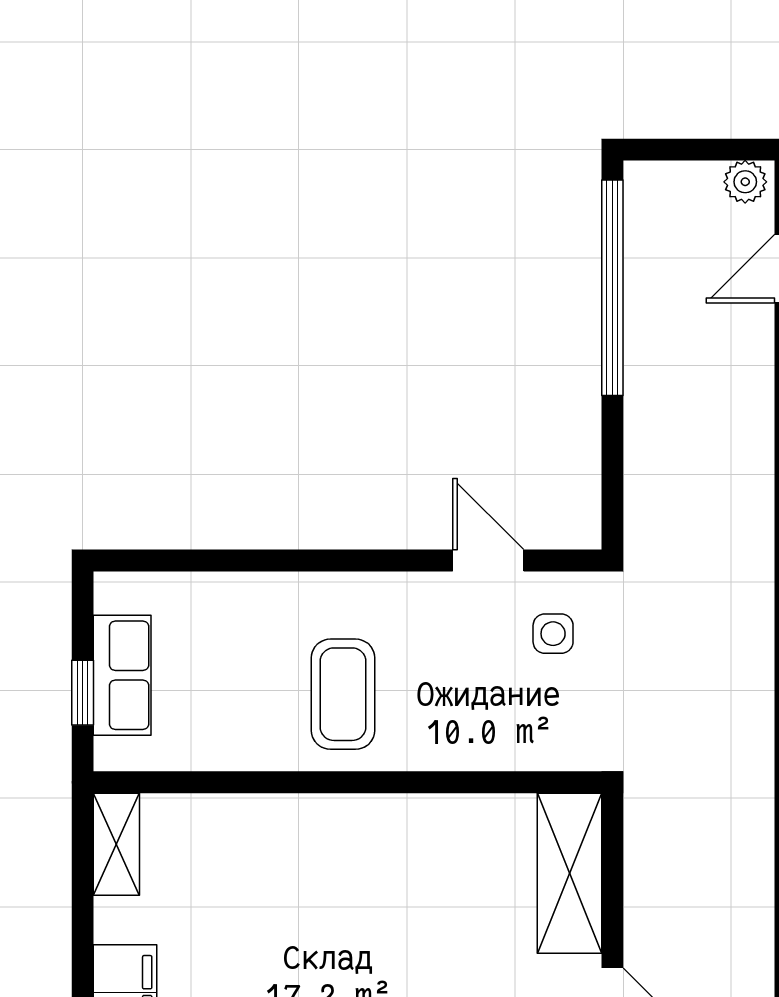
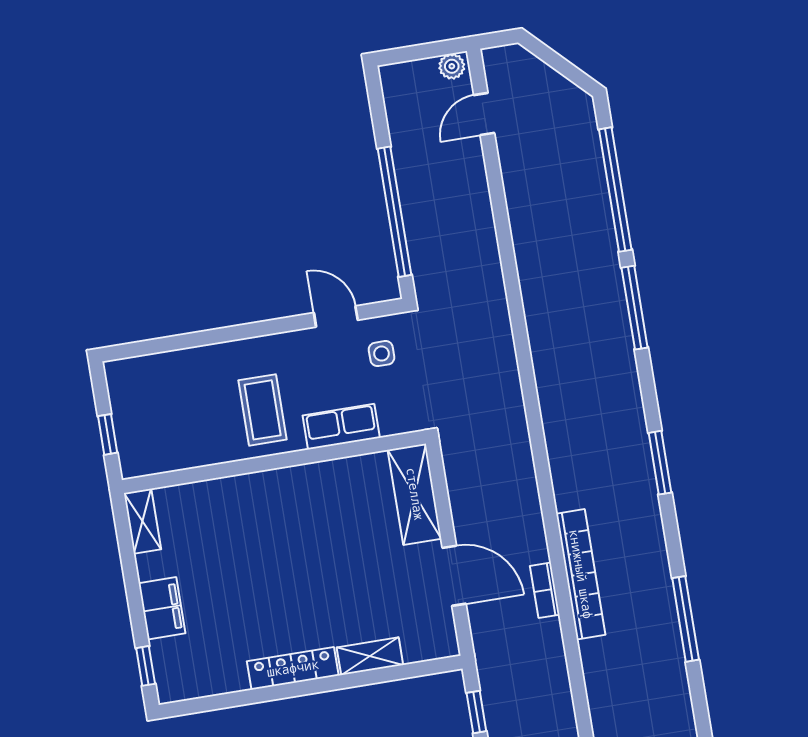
window: (612, 288) -> (395, 212), moved
row of seats: (122, 675) -> (341, 427), moved, turned -90

